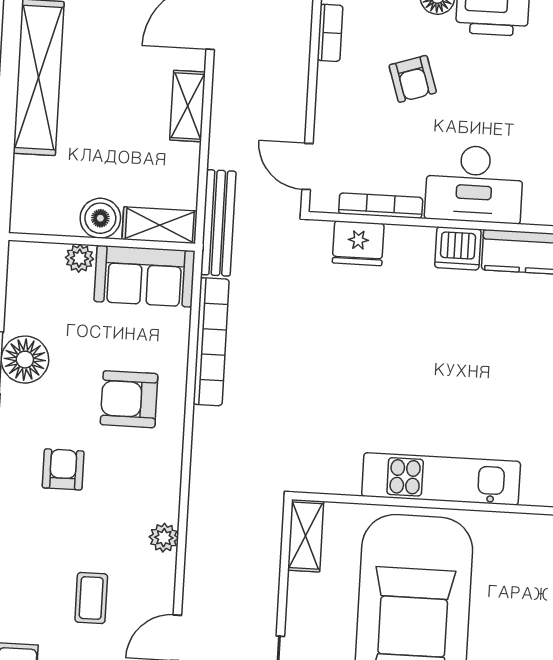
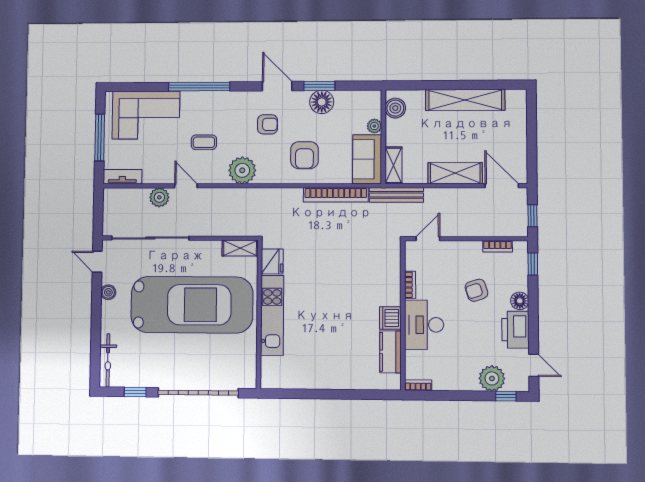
shelving: (188, 106) -> (455, 173), width x1.50, depth x1.33
bookcase: (381, 206) -> (410, 285), width x0.64
boiler: (100, 218) -> (395, 108), moved
fridge: (358, 243) -> (272, 261), moved, turned 180
armchair: (129, 399) -> (304, 155), turned 180
plant: (164, 538) -> (242, 170), width x1.87, depth x1.87

